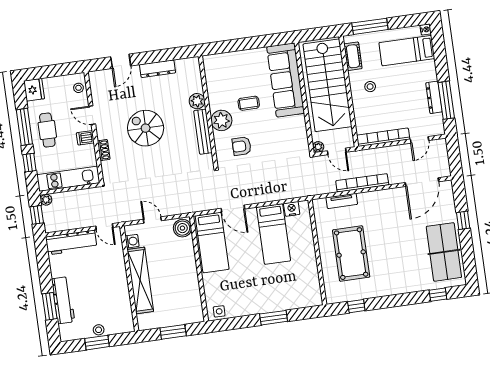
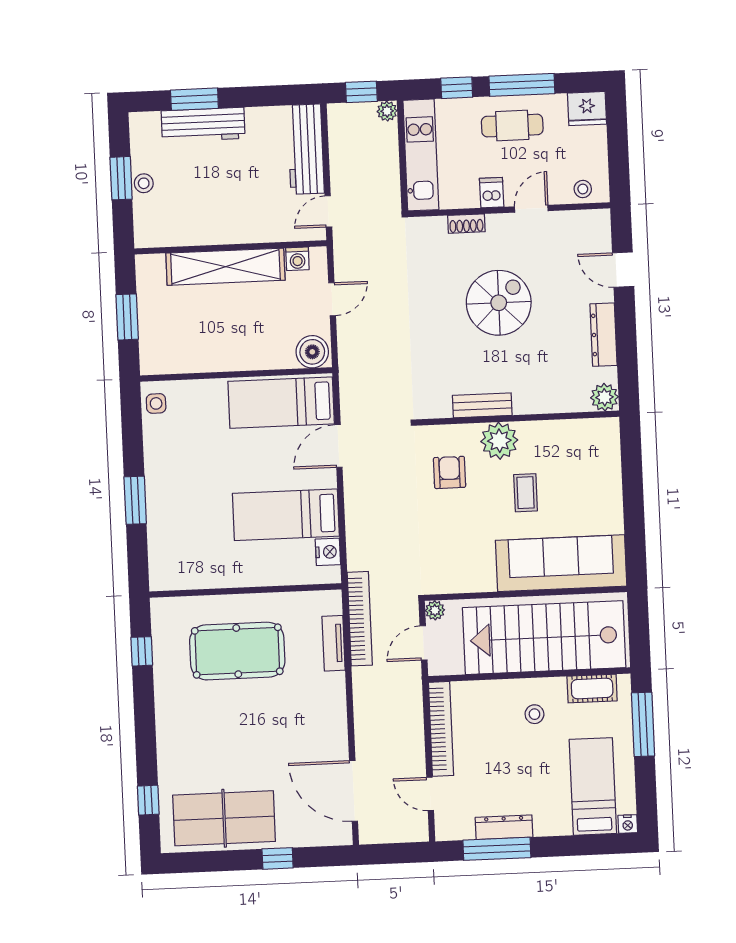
plant: (197, 101) -> (604, 397), moved
bench: (203, 132) -> (482, 405), width x0.73
bookcase: (362, 183) -> (360, 619), moved

